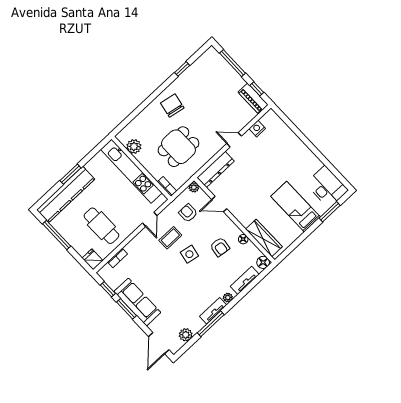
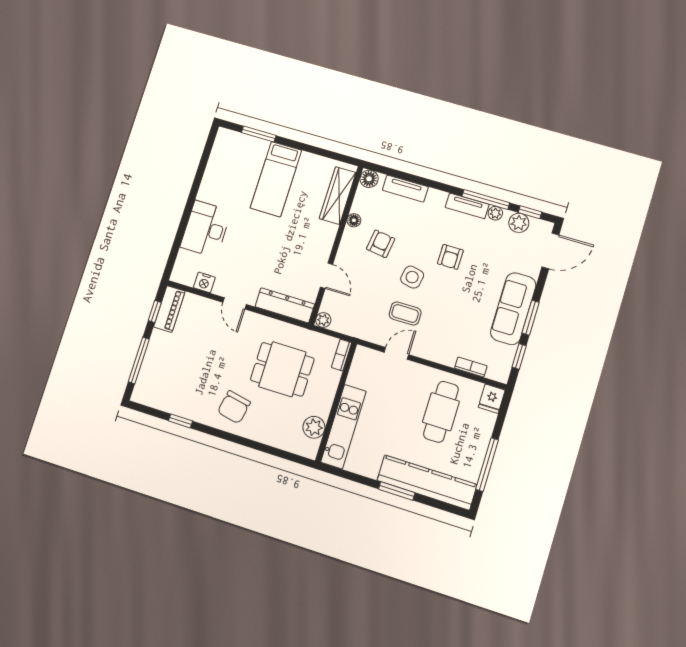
kitchen unit: (131, 171) -> (343, 427), width x0.73
desk: (327, 187) -> (206, 229), moved
armchair: (188, 213) -> (450, 257), moved
plant: (228, 298) -> (495, 213), moved
window: (188, 345) -> (530, 212), added

